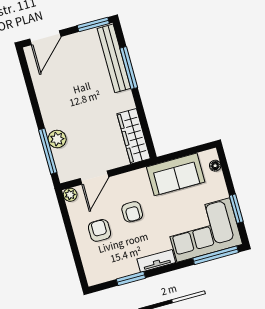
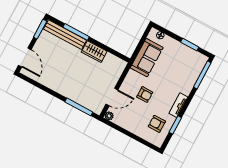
wardrobe: (134, 136) -> (94, 52), moved, width x0.67
plant: (57, 139) -> (77, 97), removed
door: (94, 178) -> (112, 97), hinge flipped
armchair: (100, 230) -> (157, 124), moved
corner sofa: (203, 230) -> (185, 69), removed

